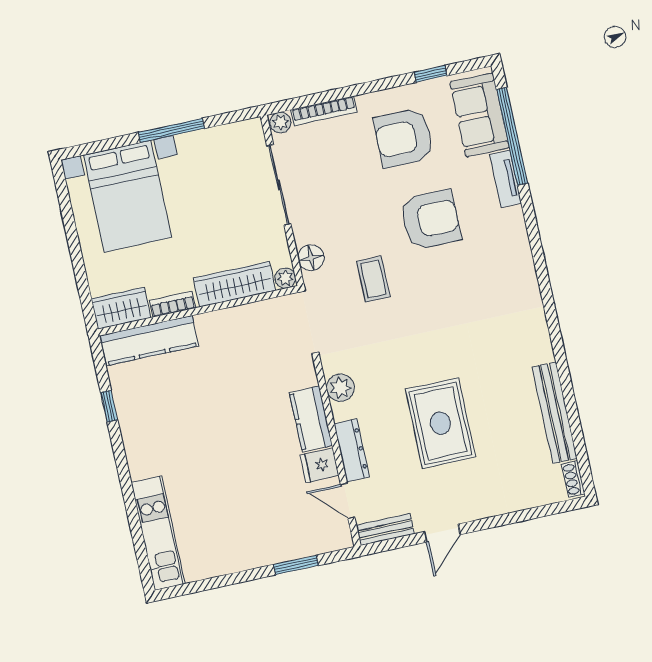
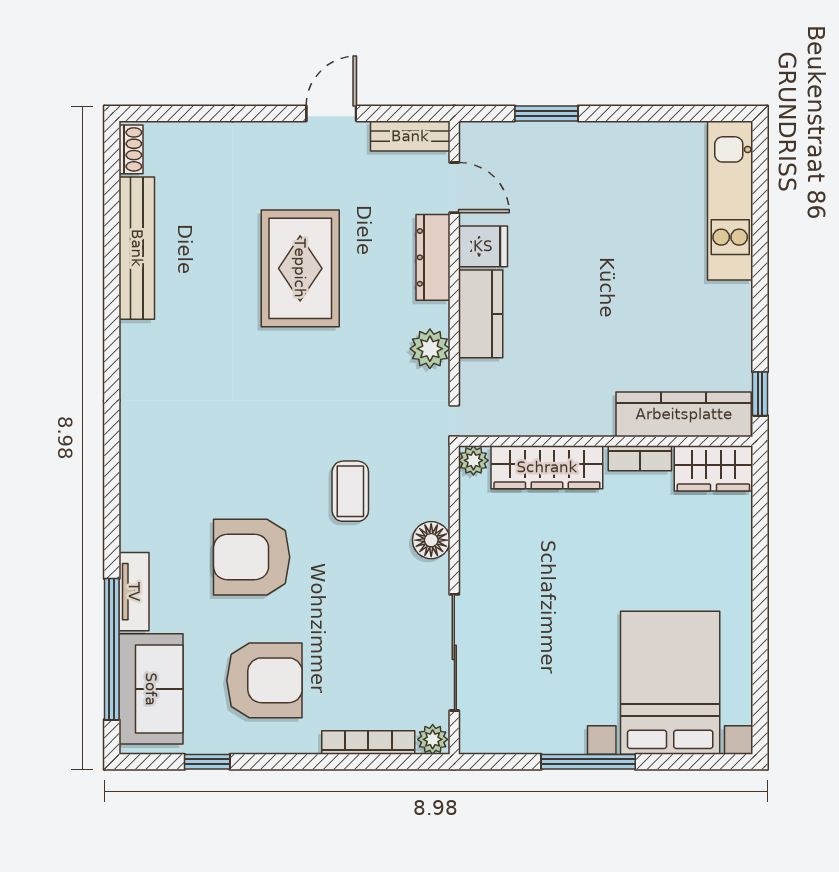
plant: (285, 278) -> (473, 460), moved
wardrobe: (234, 284) -> (547, 467), moved
bookcase: (173, 304) -> (640, 458), moved
wardrobe: (121, 308) -> (713, 468), moved
wall: (198, 311) -> (606, 441), moved
kitchen counter: (149, 341) -> (684, 414), moved

